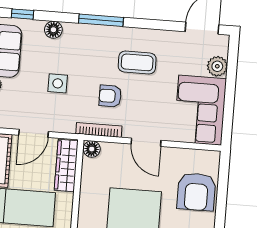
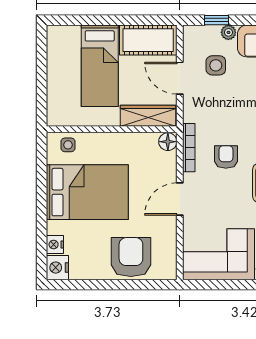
side table: (58, 83) -> (216, 65), moved
armchair: (196, 192) -> (131, 257), turned 90

